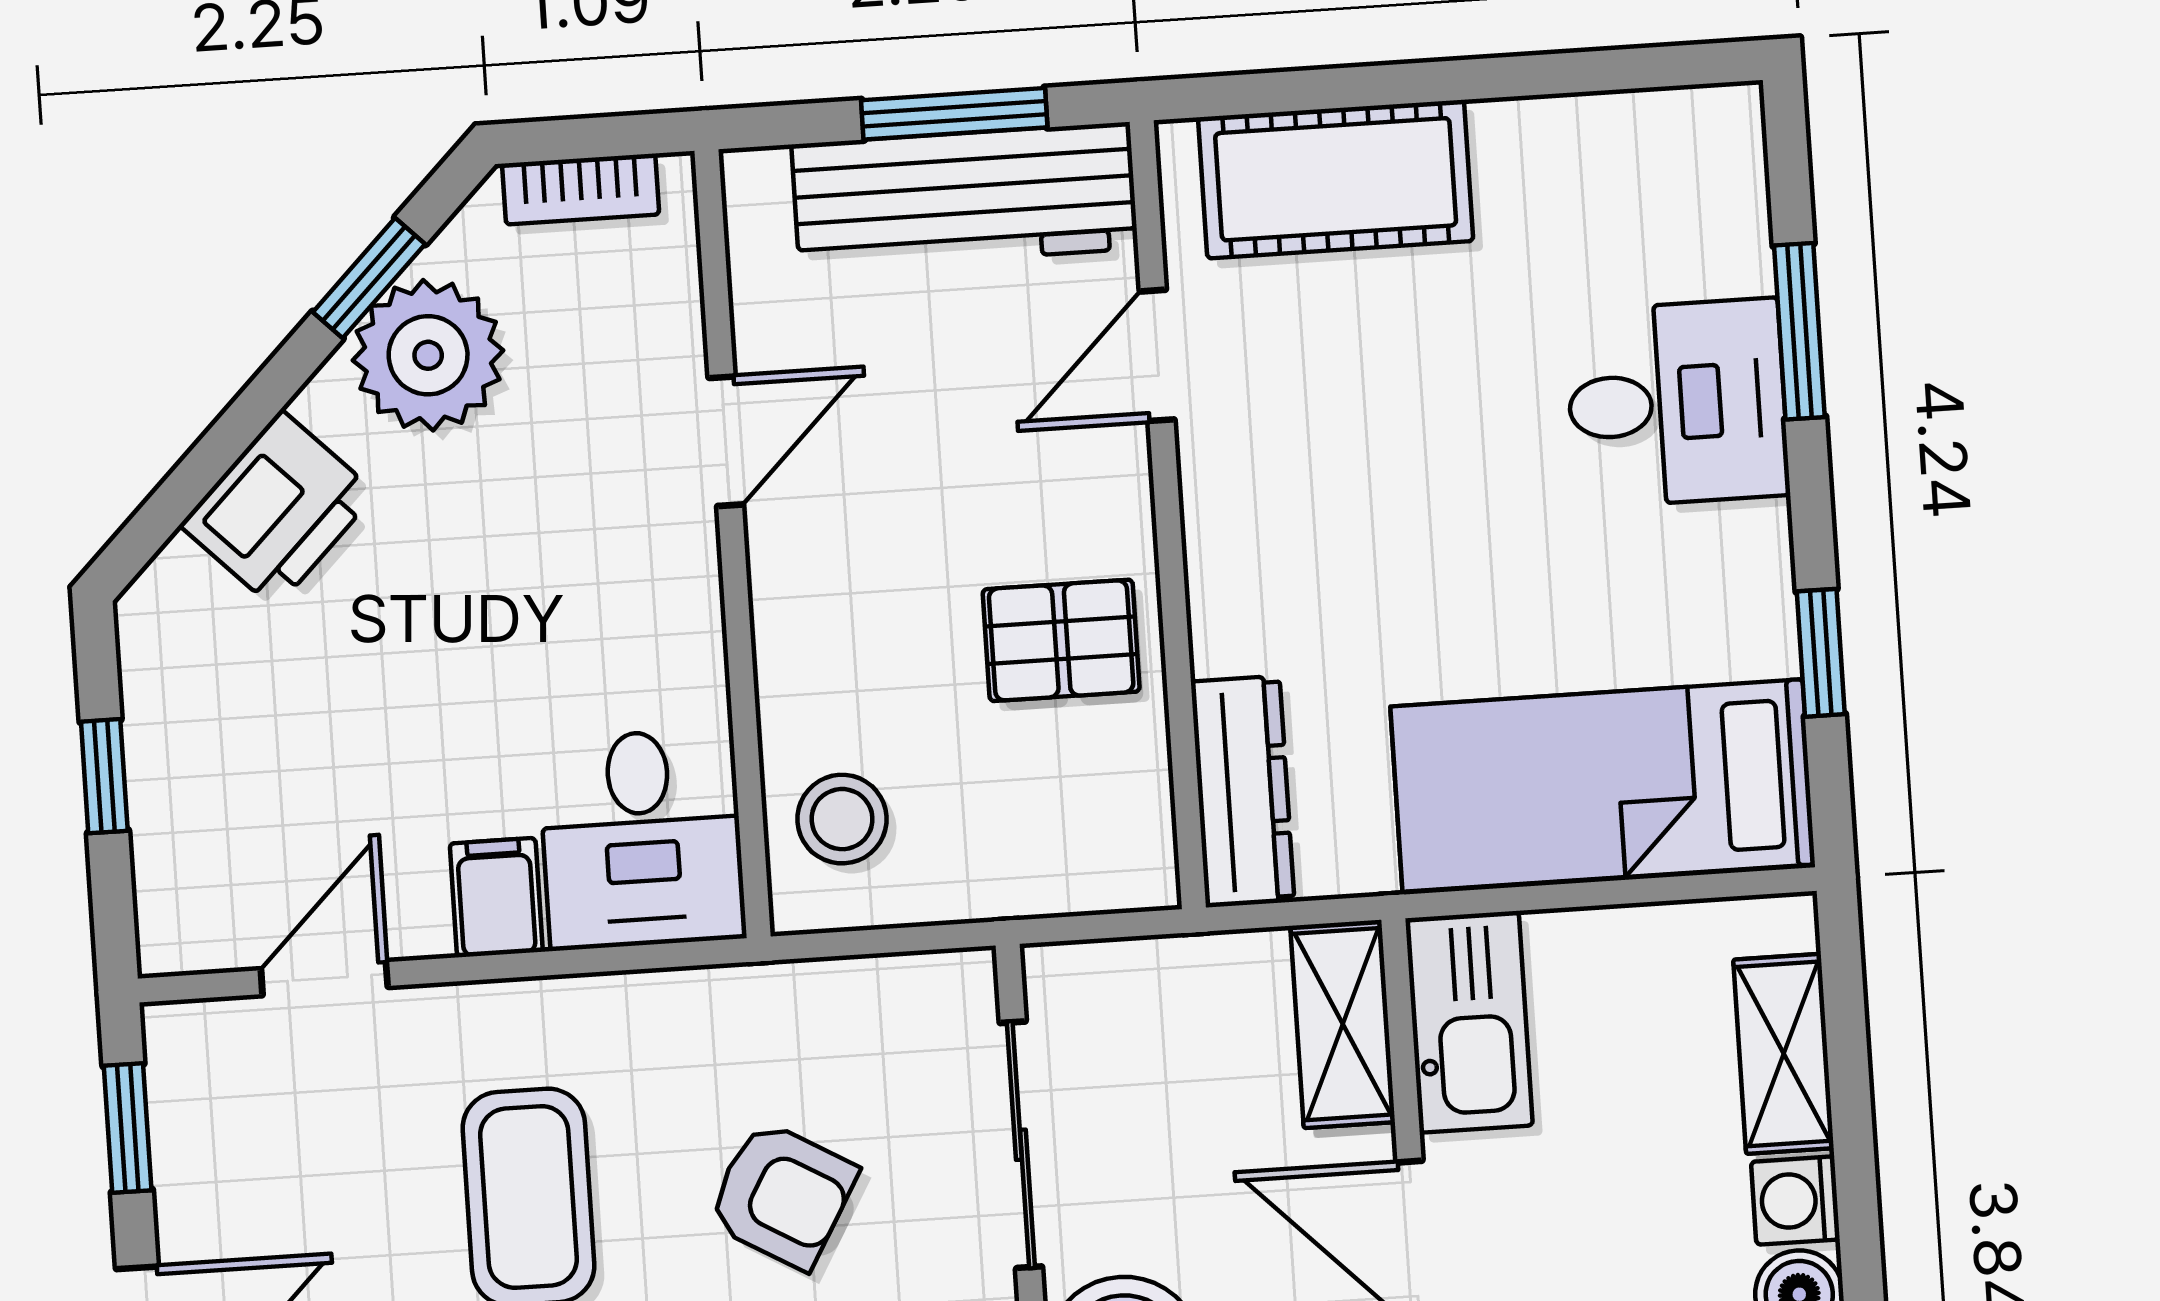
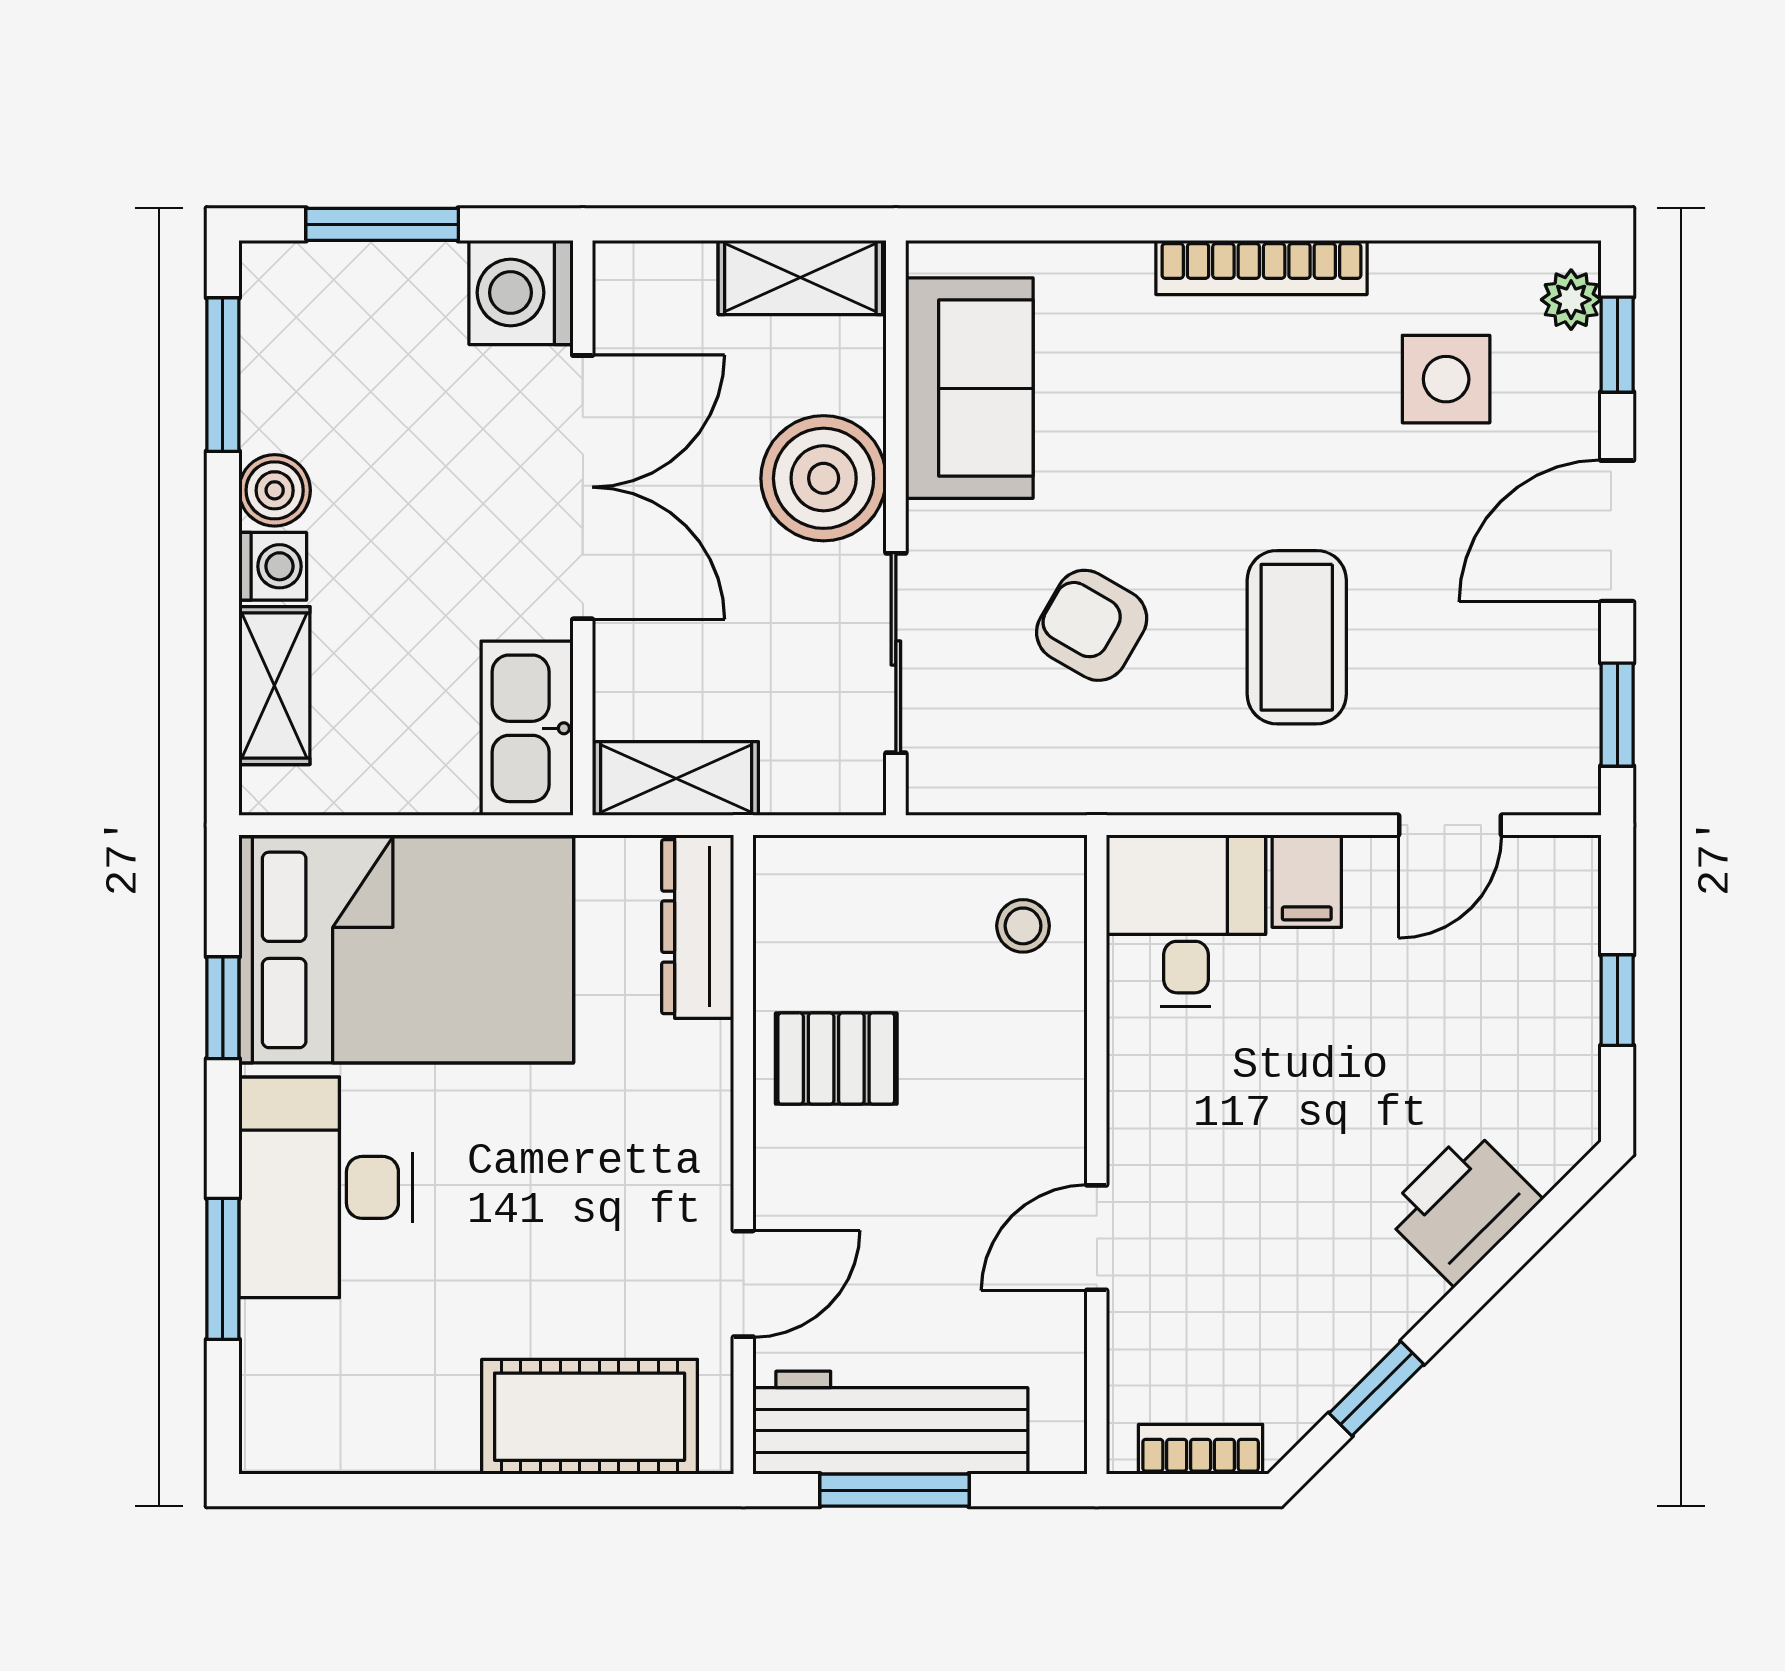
plant: (428, 355) -> (1333, 1323), removed
desk: (1677, 403) -> (326, 1187), width x1.37
bed: (1603, 785) -> (406, 950), width x1.50
stool: (842, 819) -> (1023, 926), width x0.73, depth x0.73
shelving: (1343, 1024) -> (676, 779), moved, turned 90

